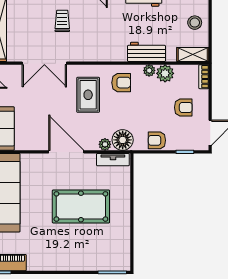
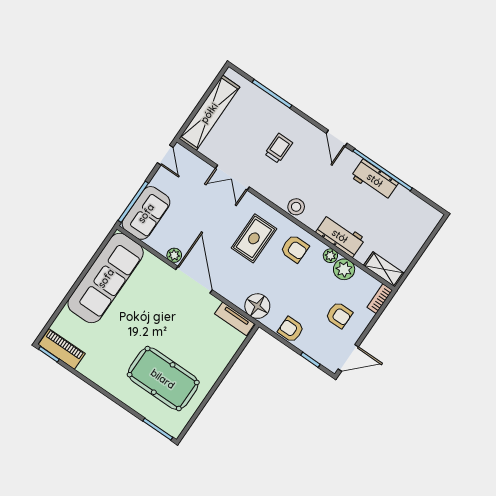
stool: (195, 23) -> (296, 207), moved
double door: (44, 63) -> (232, 178), width x0.73
plant: (105, 144) -> (174, 255), moved
pool table: (81, 206) -> (163, 379), moved

